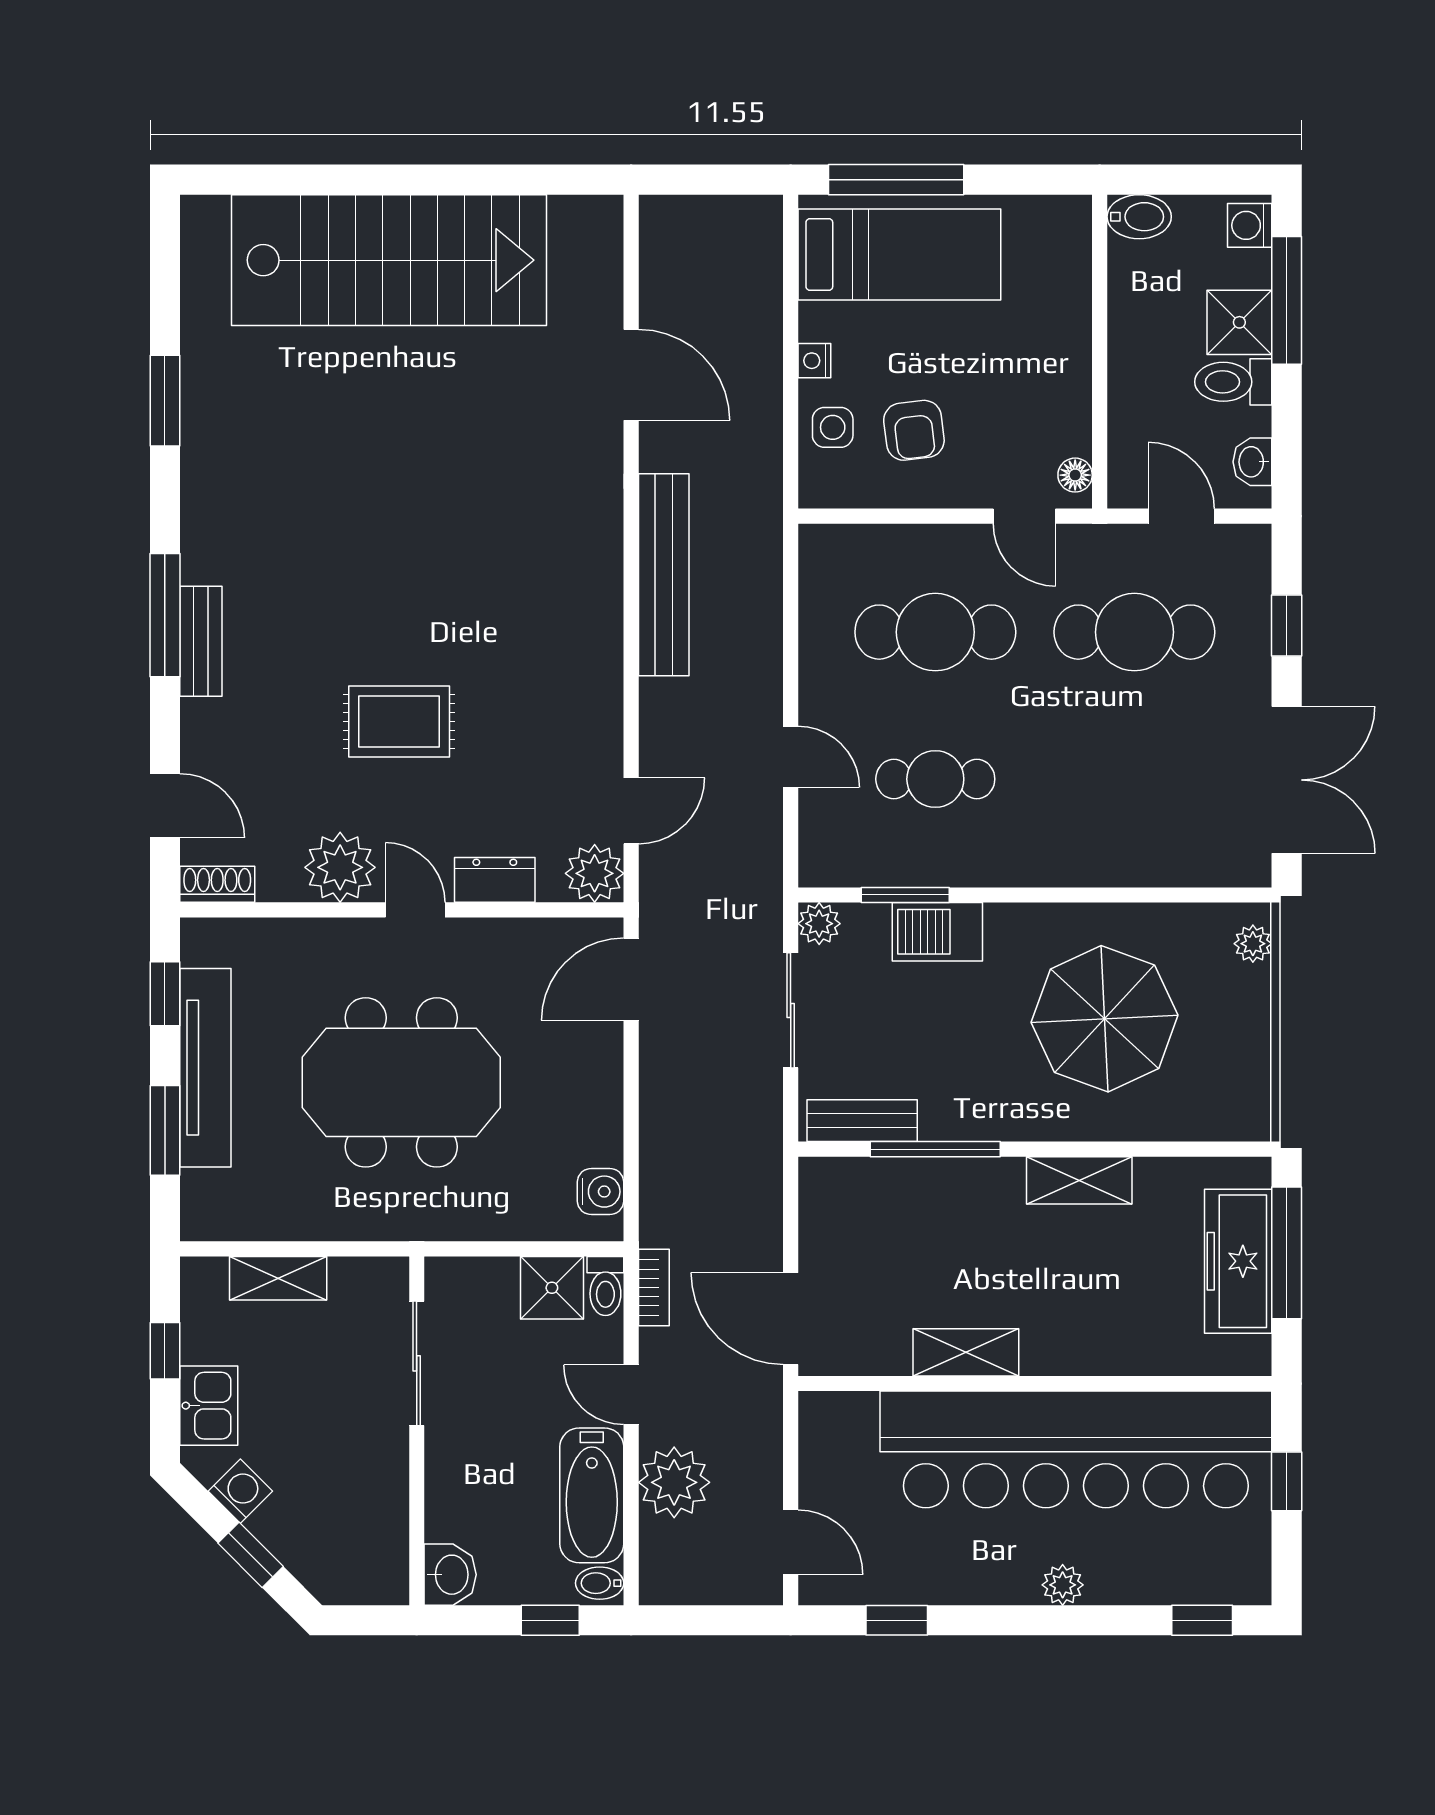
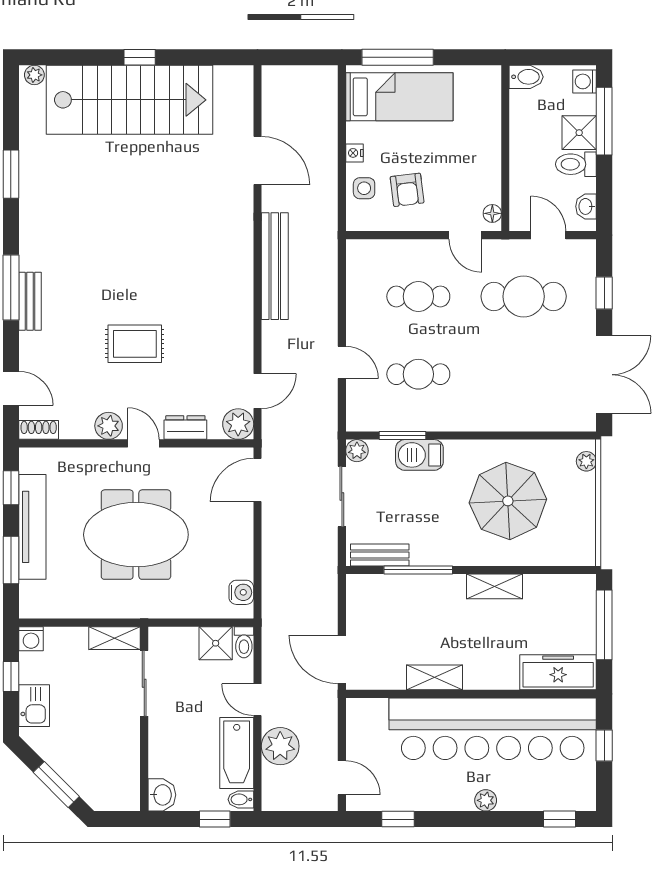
window: (408, 180) -> (140, 57), added
plant: (209, 213) -> (34, 75), added
cafe table: (935, 632) -> (418, 296), width x0.73, depth x0.74
plant: (340, 867) -> (109, 426), width x0.73, depth x0.73
freezer: (1238, 1261) -> (558, 672), moved, turned 90
shelving: (278, 1278) -> (115, 638), moved
bookcase: (654, 1287) -> (270, 643), removed
washing machine: (240, 1491) -> (31, 639), moved, turned 135
window: (251, 1555) -> (56, 784), width x1.50

